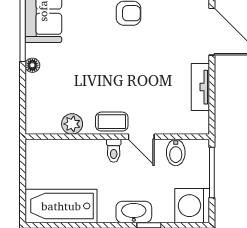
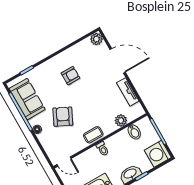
armchair: (82, 68) -> (63, 117), added
plant: (72, 124) -> (121, 120), moved
door: (141, 137) -> (64, 162), moved

